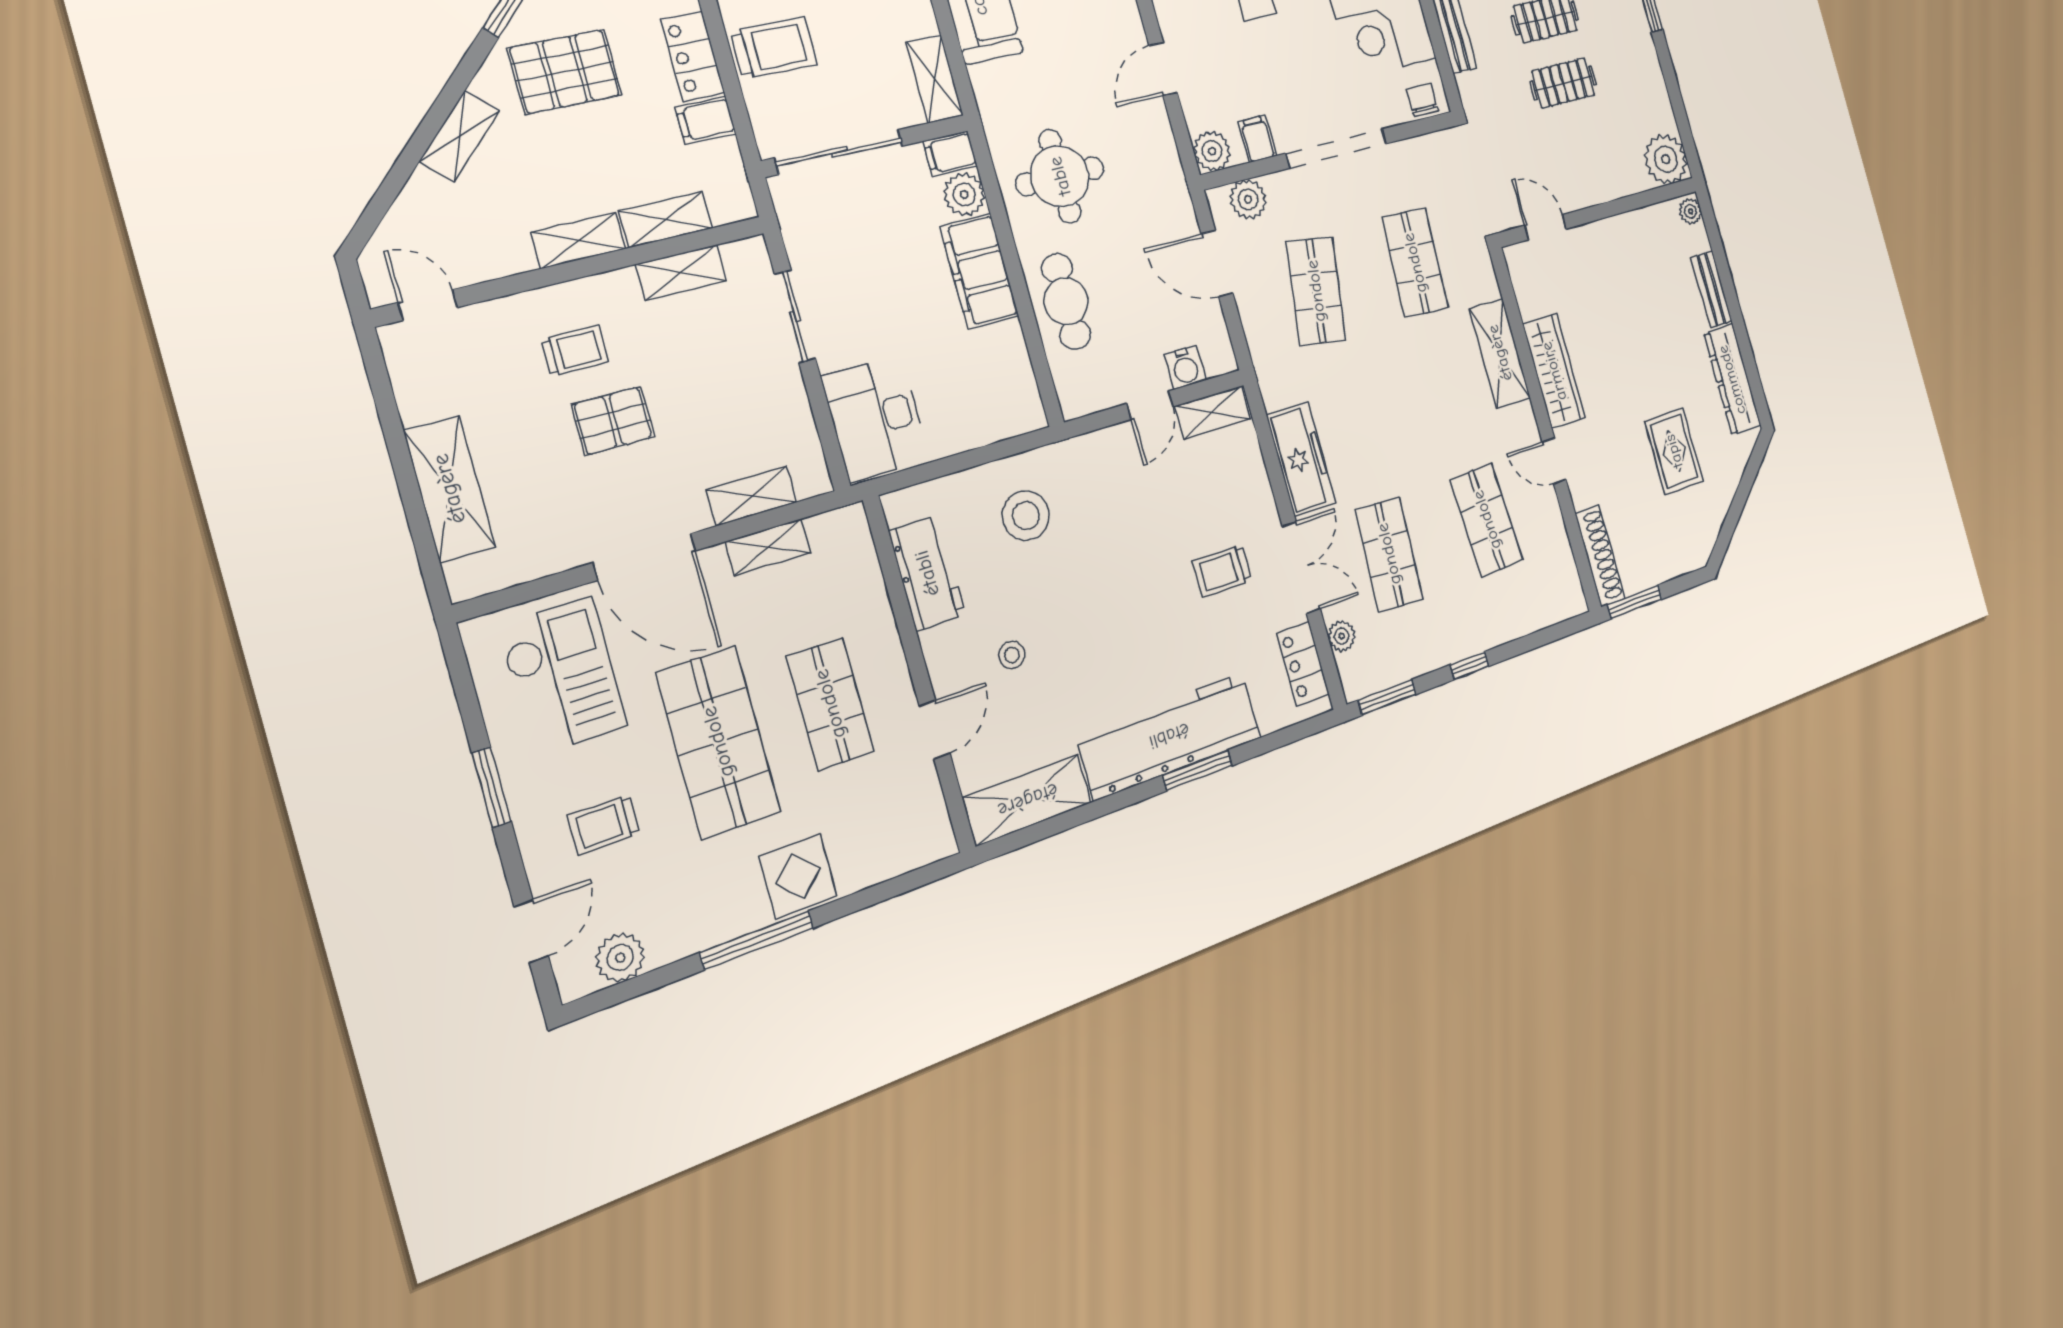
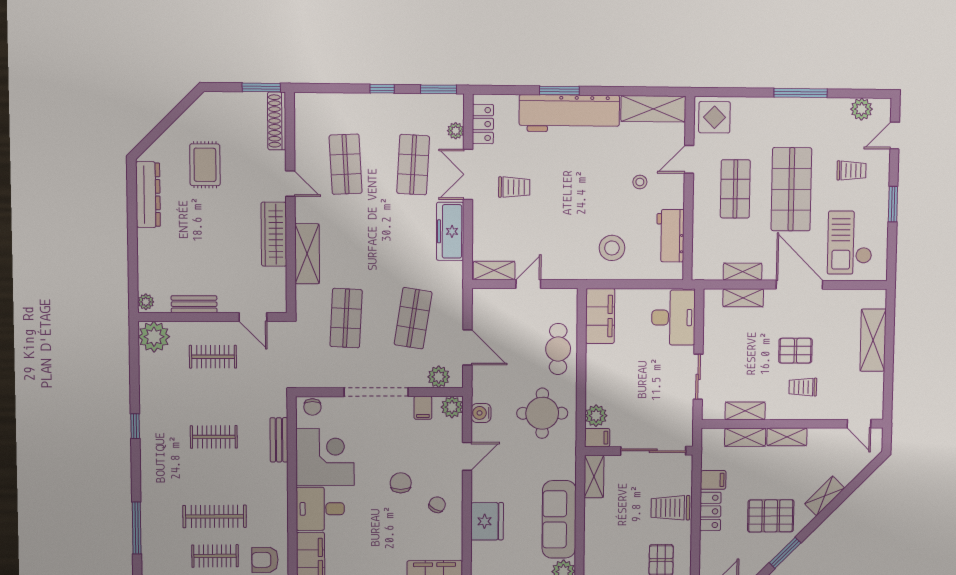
clothes rail: (1563, 83) -> (213, 357), moved
filing cabinet: (979, 271) -> (600, 316), moved
bench: (1711, 289) -> (194, 304), moved, turned 90
water cooler: (1185, 367) -> (481, 413), moved, turned -90
display table: (798, 876) -> (714, 117), moved

